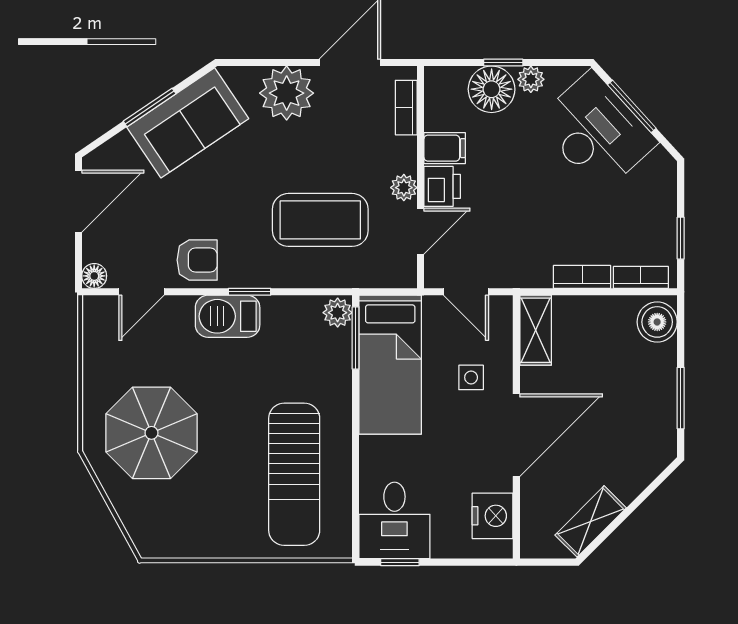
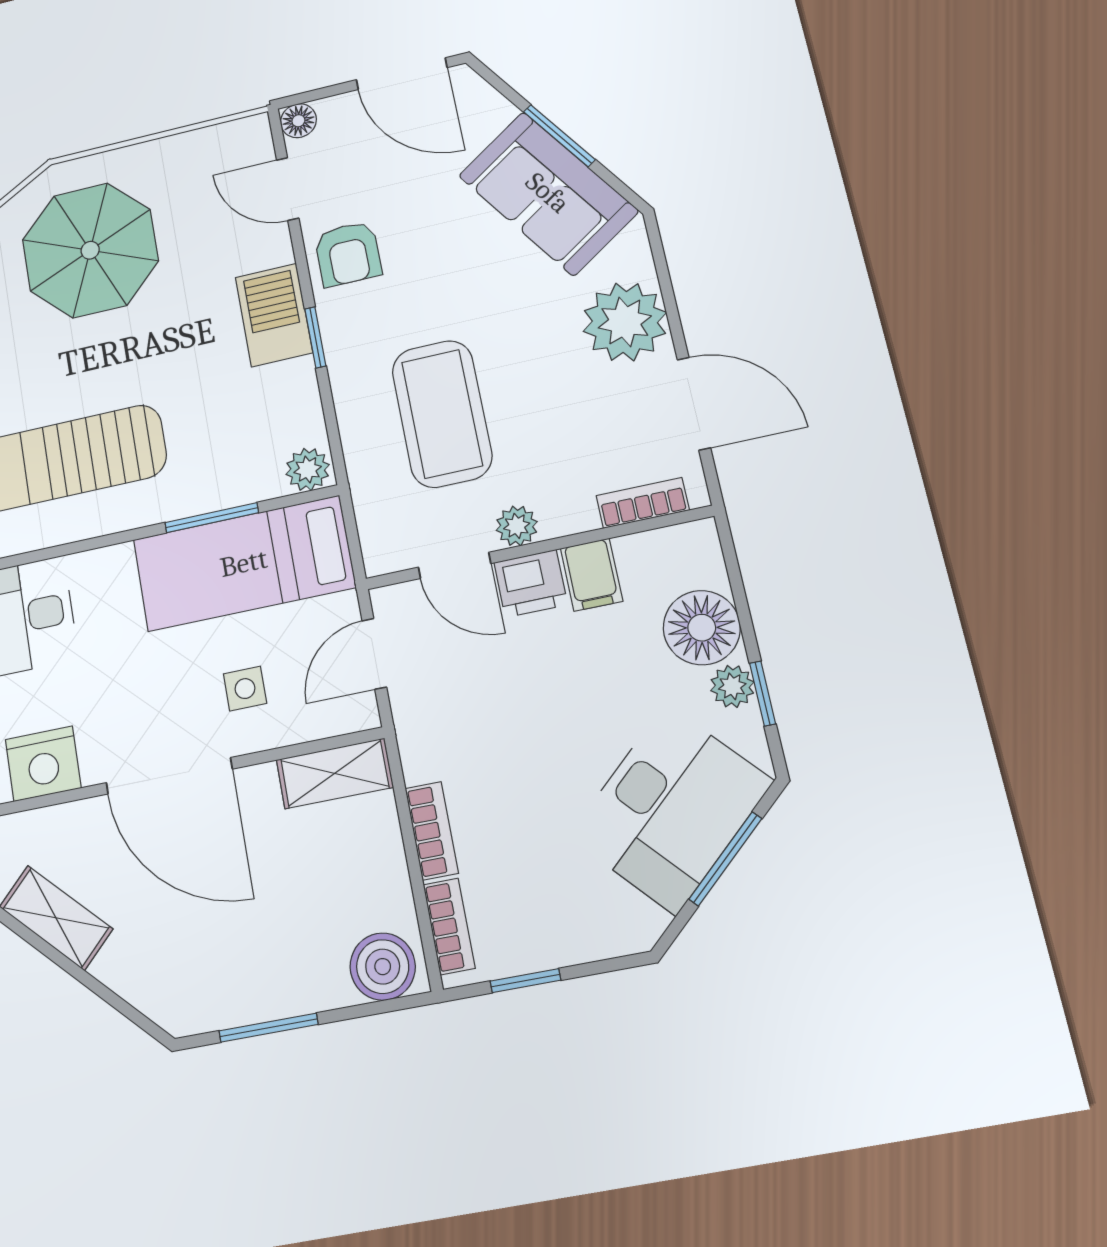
window: (503, 63) -> (763, 693), moved
window: (356, 338) -> (212, 518), moved

